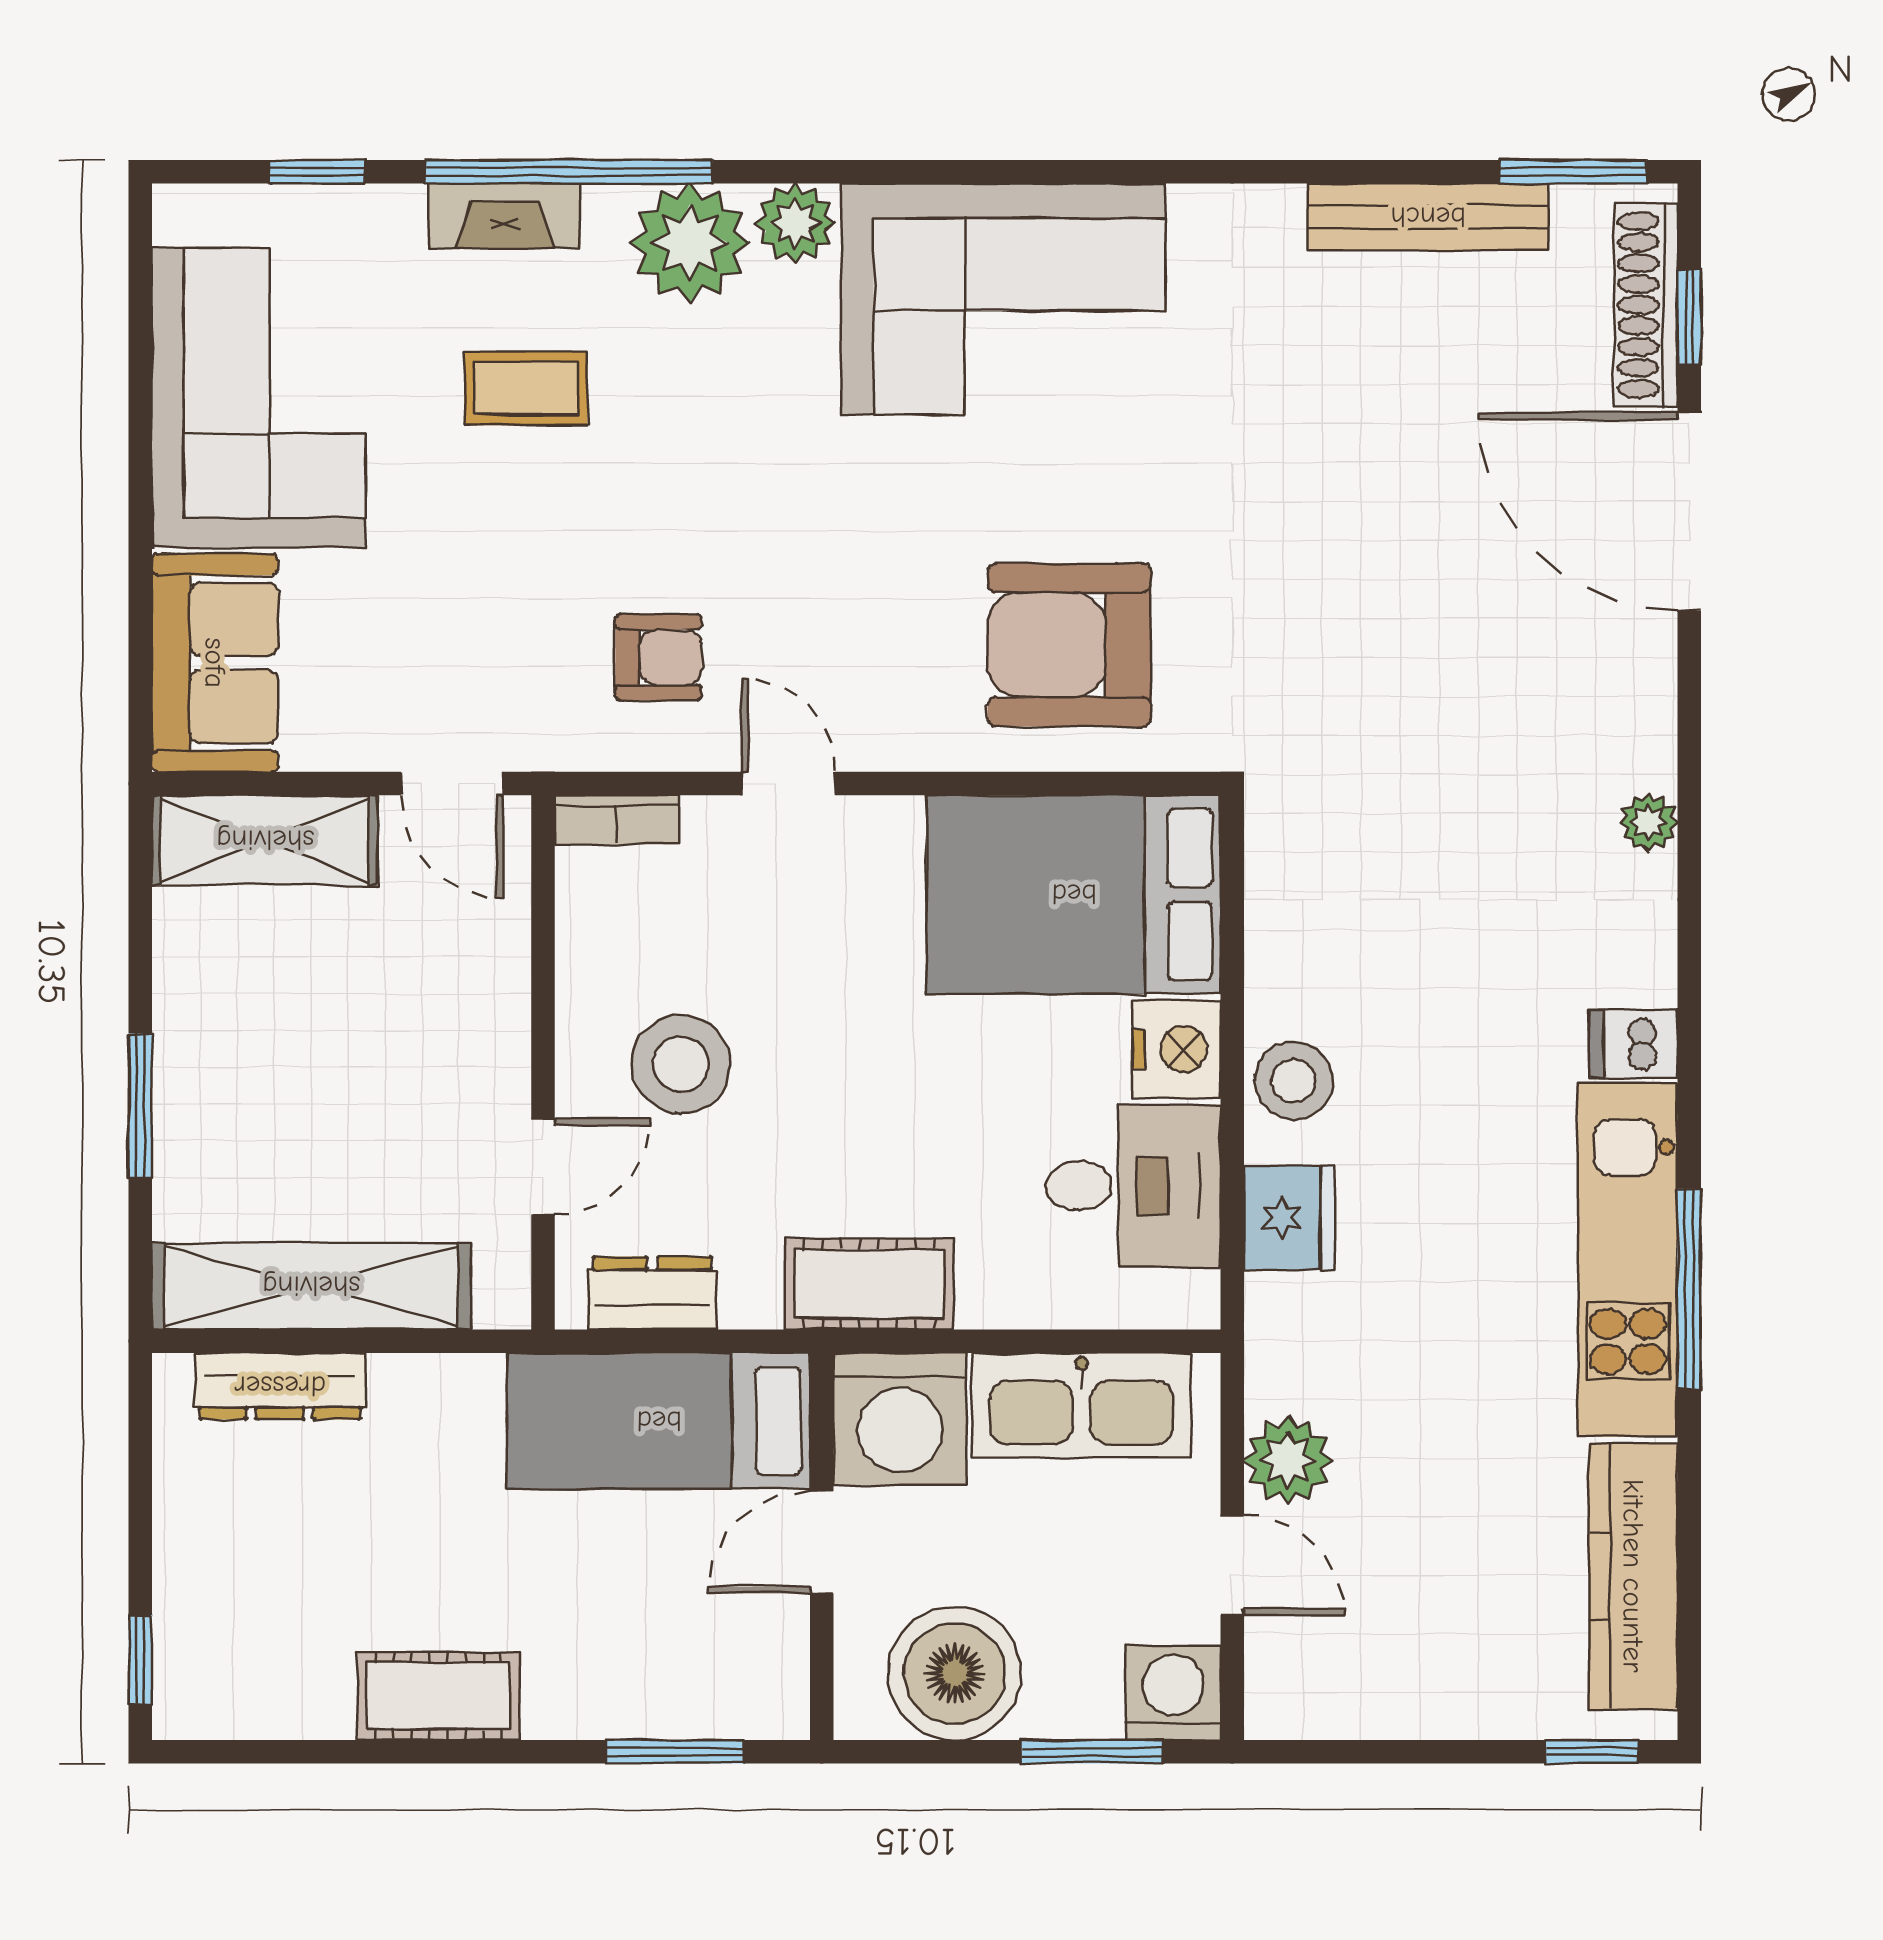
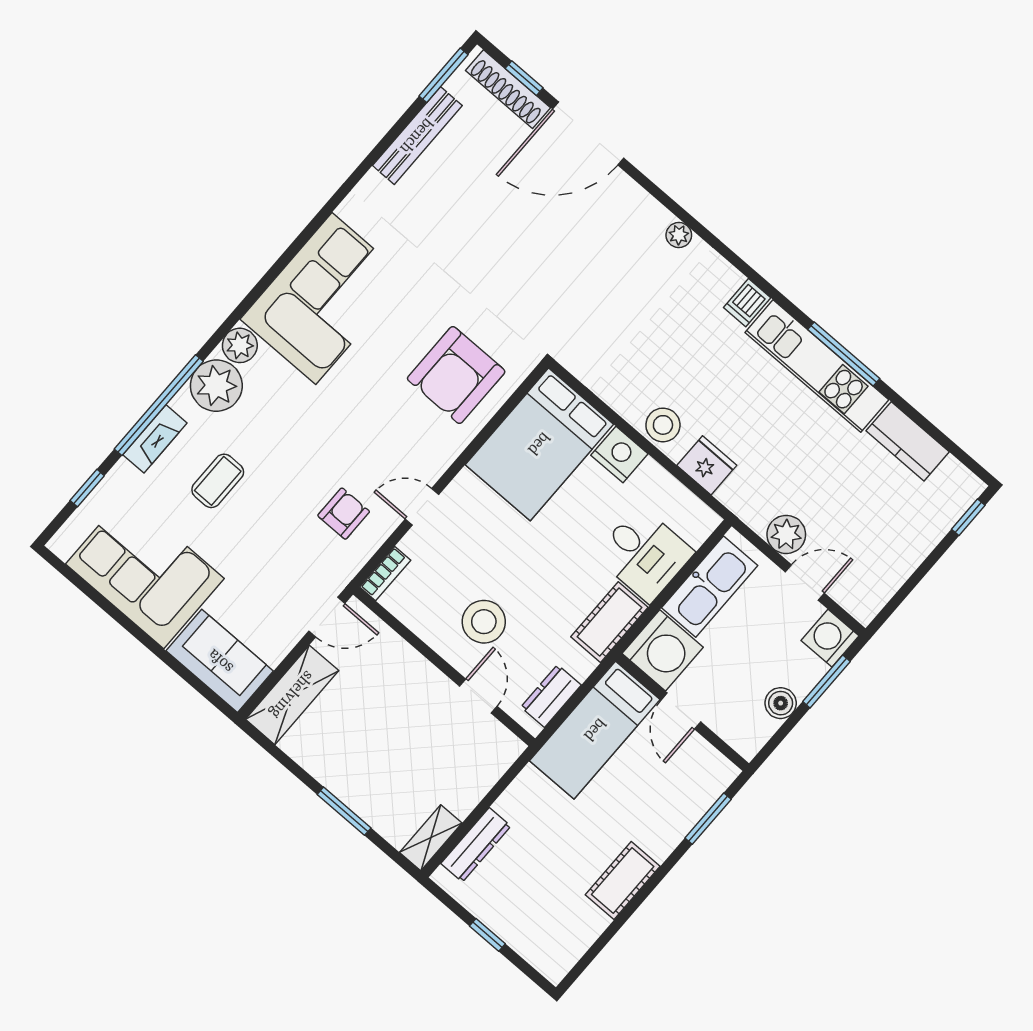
desk: (1133, 1186) -> (644, 554), moved, turned 90
shelving: (311, 1286) -> (431, 838), width x0.45, depth x0.75
kitchen counter: (1633, 1576) -> (908, 441), width x0.67
window: (140, 1660) -> (487, 935), moved
boiler: (955, 1673) -> (781, 703), width x0.54, depth x0.54

